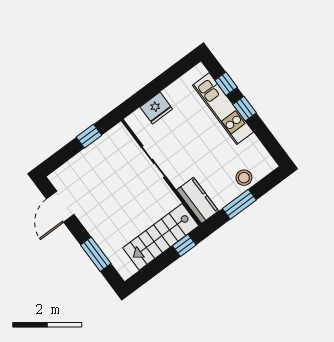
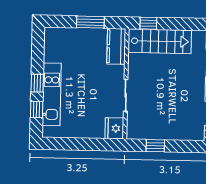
fridge: (156, 108) -> (114, 128), moved, turned -90
stool: (244, 178) -> (73, 37), removed

